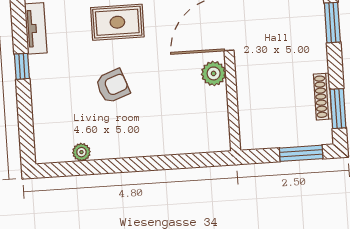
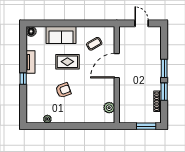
plant: (214, 73) -> (109, 108), moved
window: (338, 109) -> (164, 92), moved

